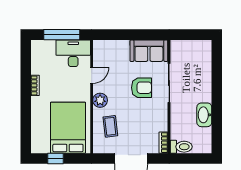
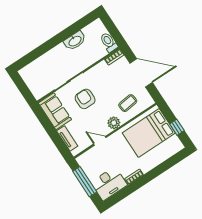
tv unit: (115, 45) -> (67, 138), added
desk: (73, 53) -> (109, 184), moved, turned -90

